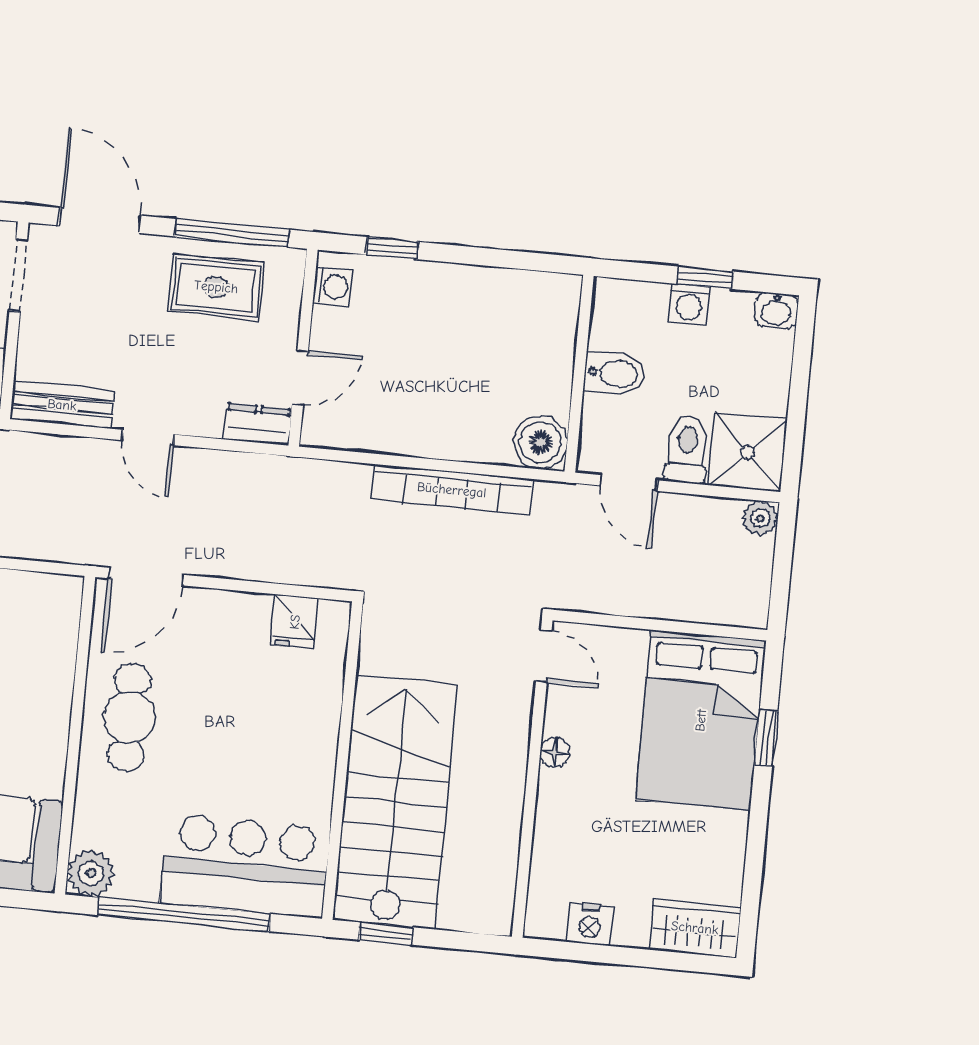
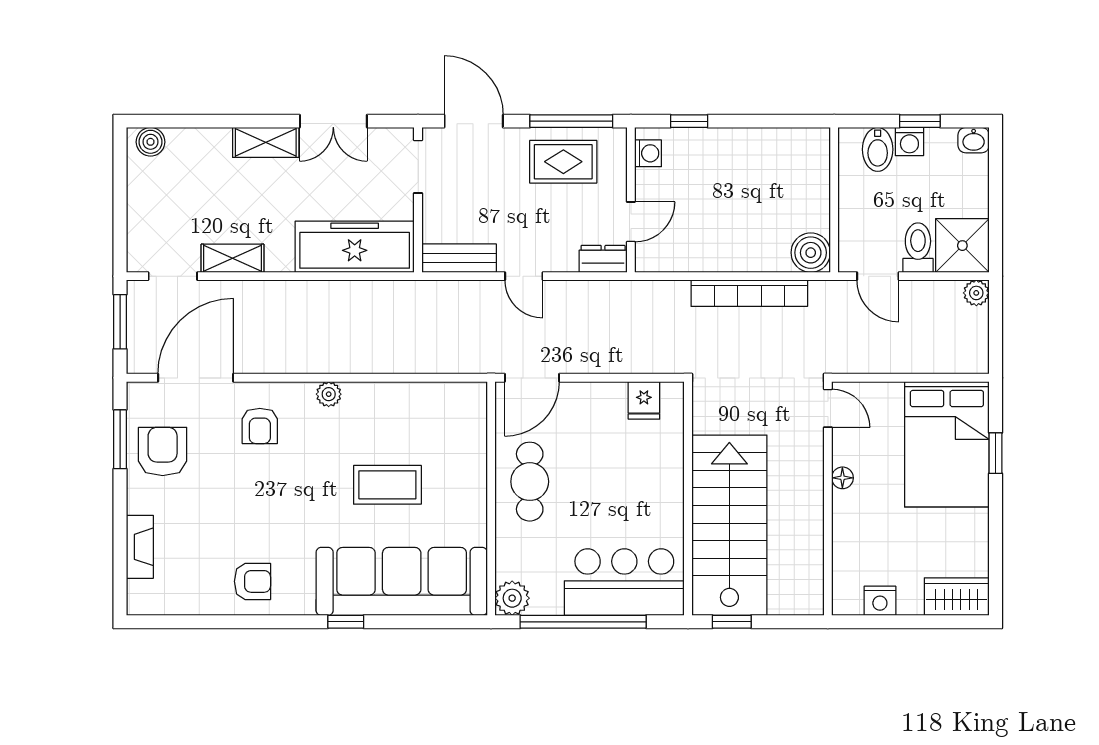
bidet: (614, 373) -> (878, 149), moved, turned 90

